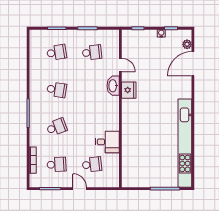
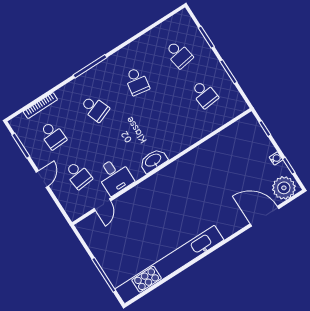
plant: (187, 44) -> (284, 188), width x1.88, depth x1.88
door: (120, 65) -> (102, 205), moved
washbasin: (113, 86) -> (153, 161), moved
fridge: (129, 90) -> (189, 163), removed

